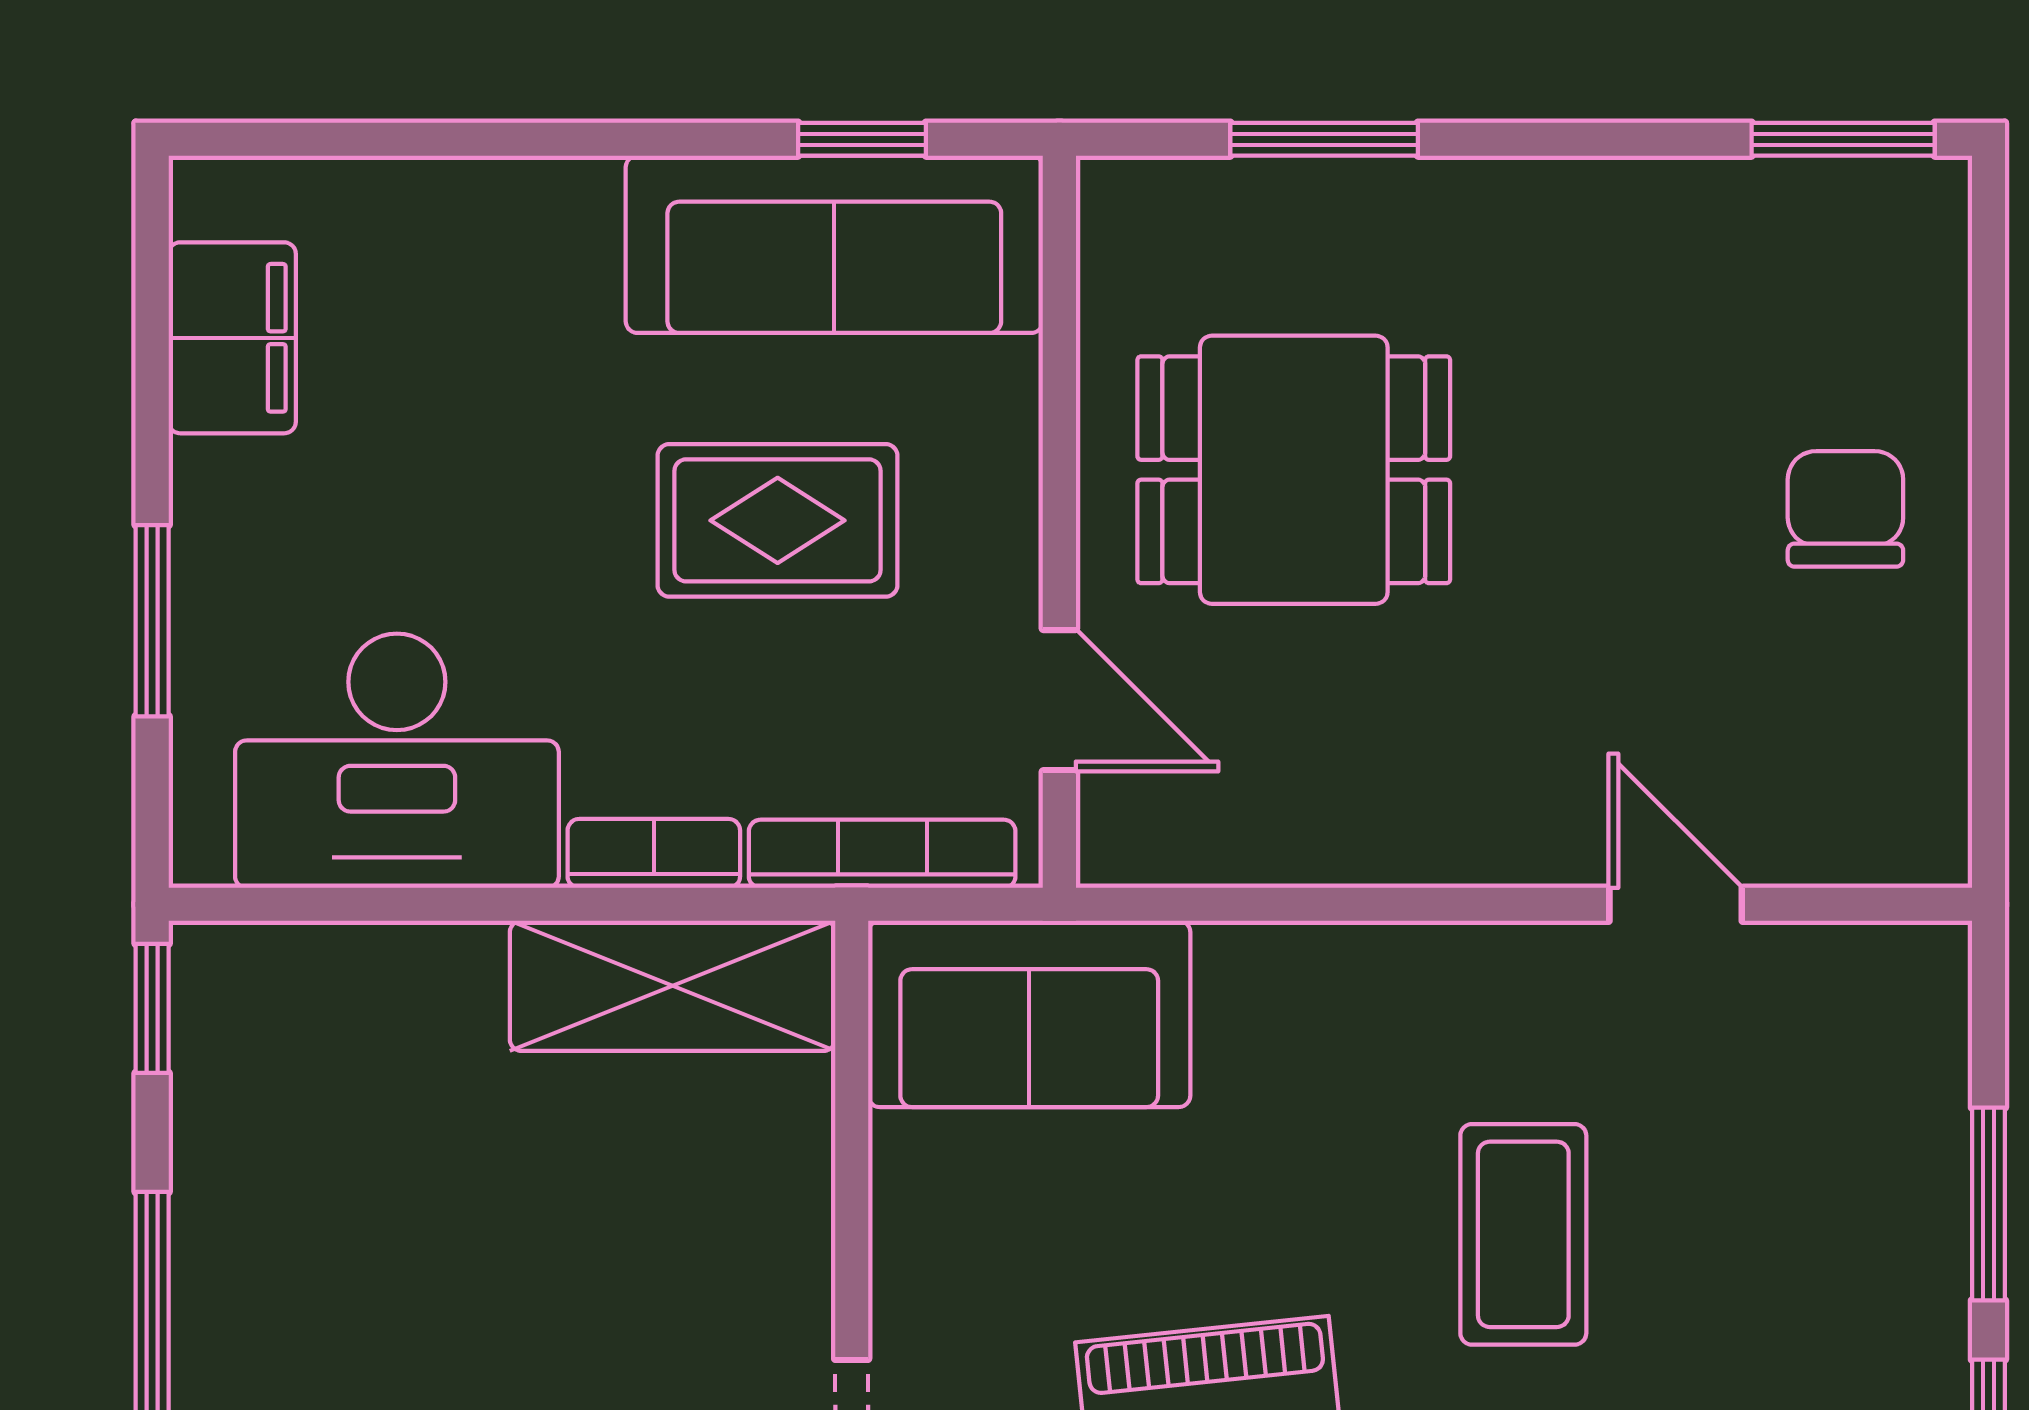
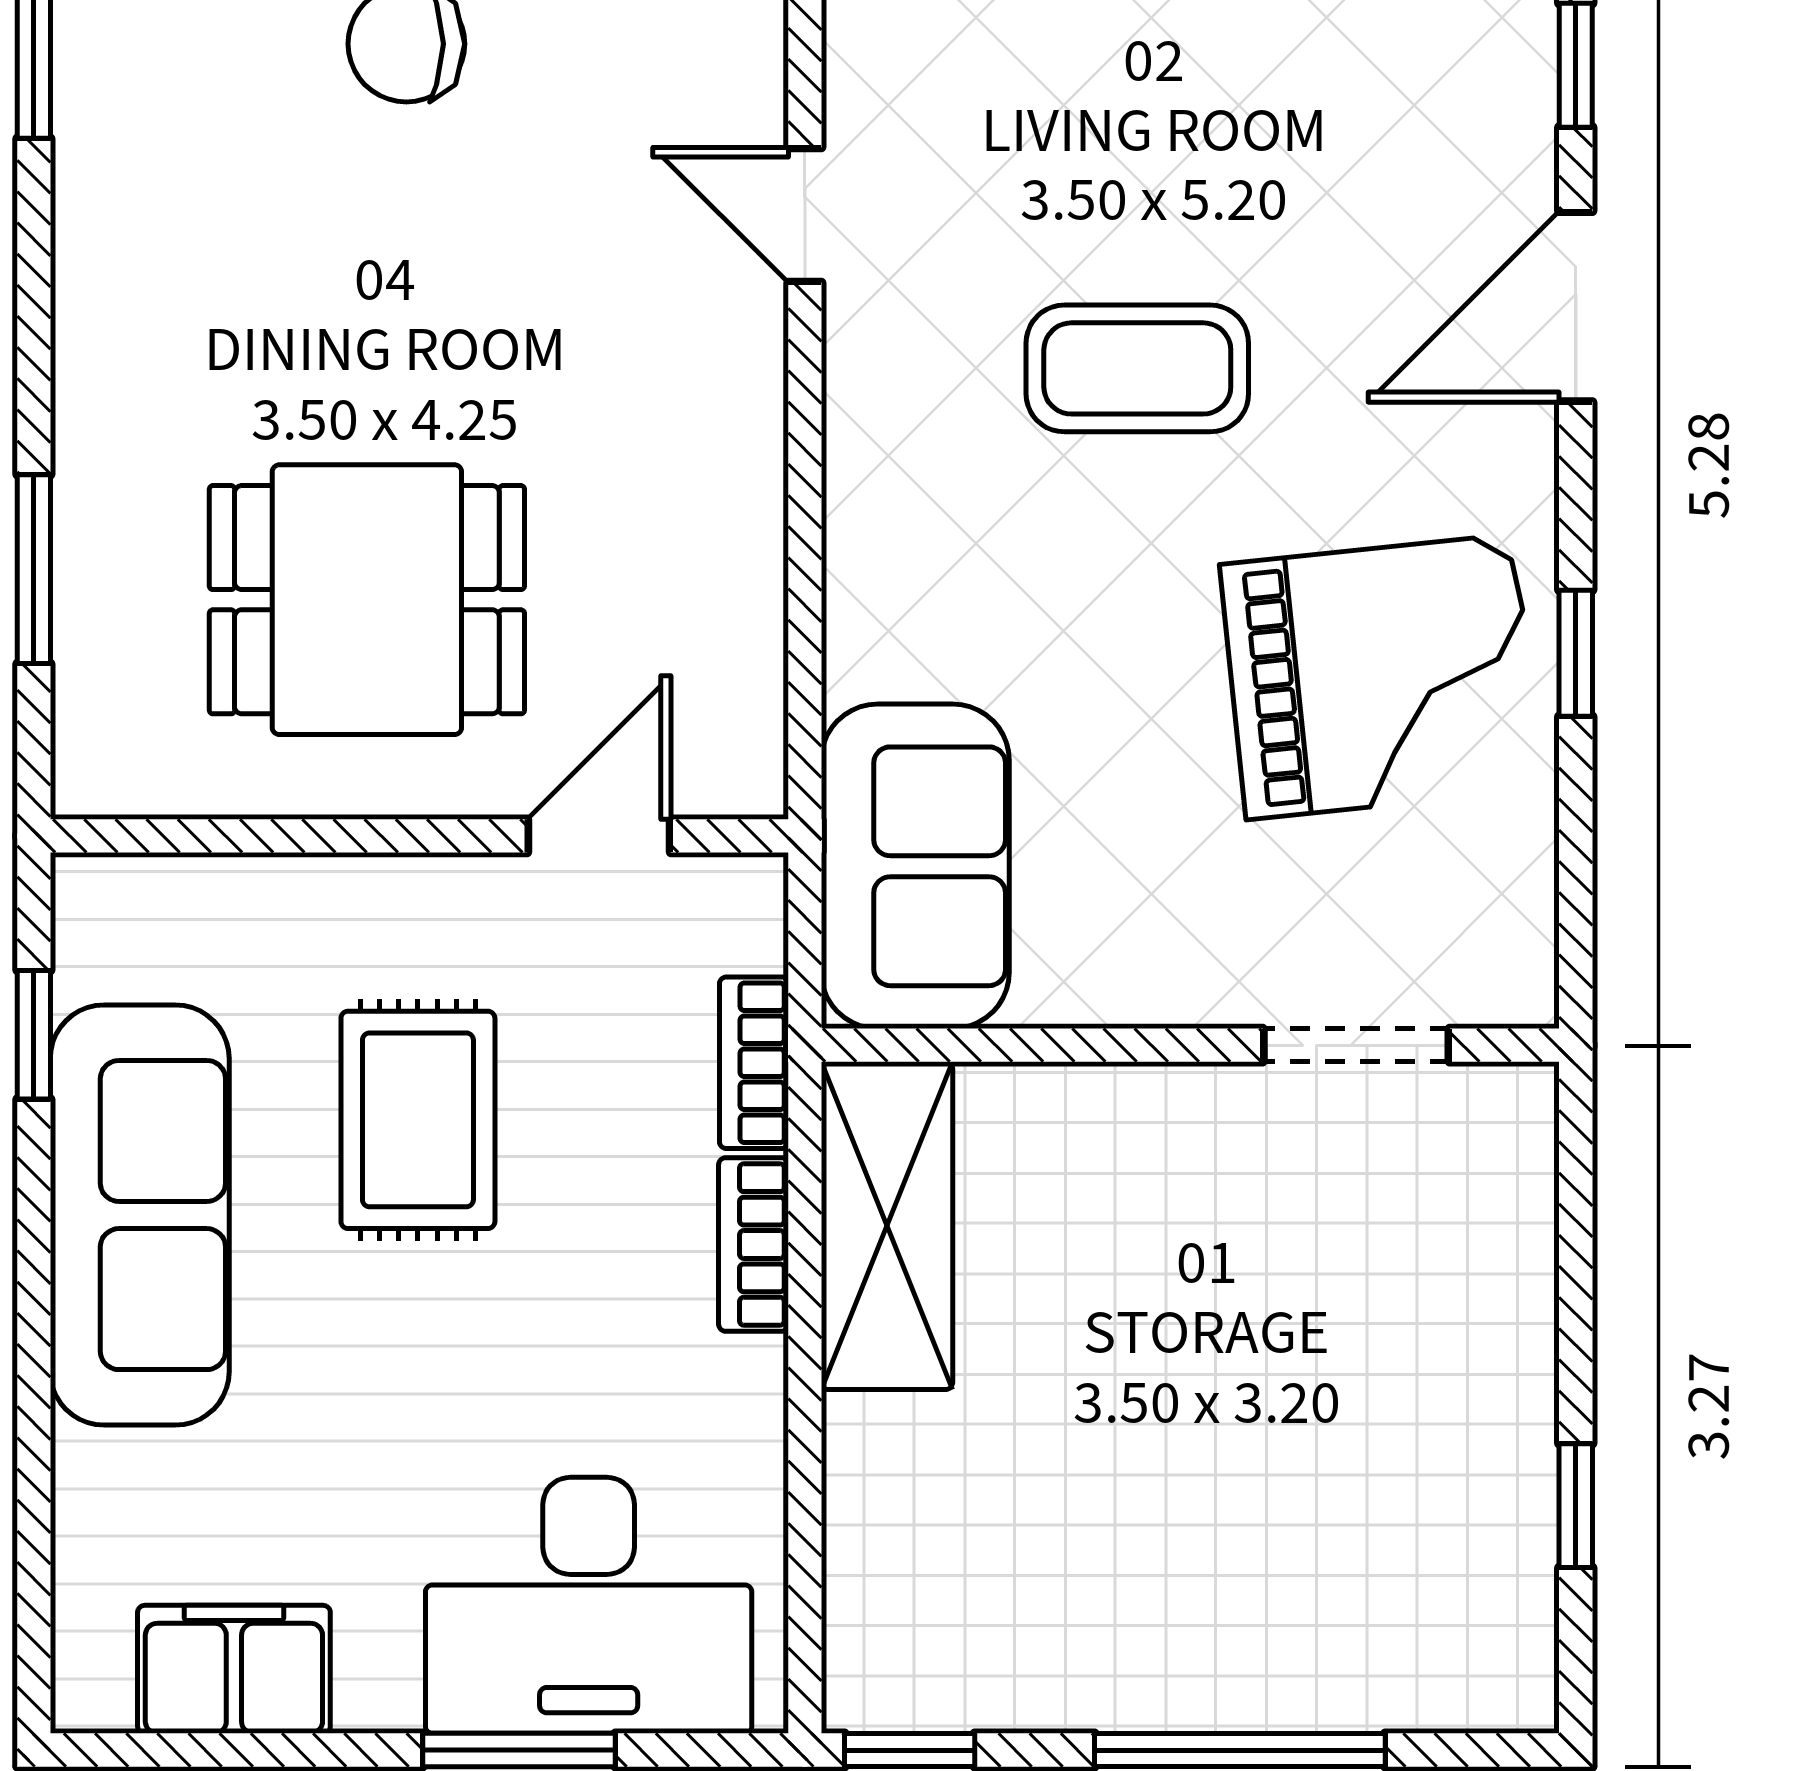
sofa: (834, 244) -> (140, 1215), moved
dining table: (1294, 470) -> (367, 600), turned 90
desk: (397, 761) -> (589, 1605), moved, turned 90
bookcase: (882, 854) -> (754, 1063), width x0.64
door: (1676, 904) -> (805, 215), hinge flipped

